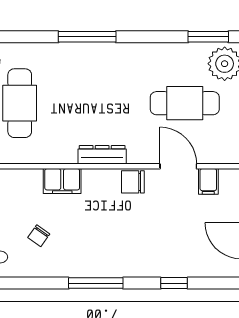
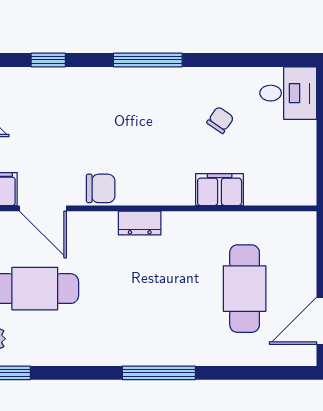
dresser: (102, 155) -> (140, 223), width x0.70
filing cabinet: (62, 181) -> (220, 190), moved

